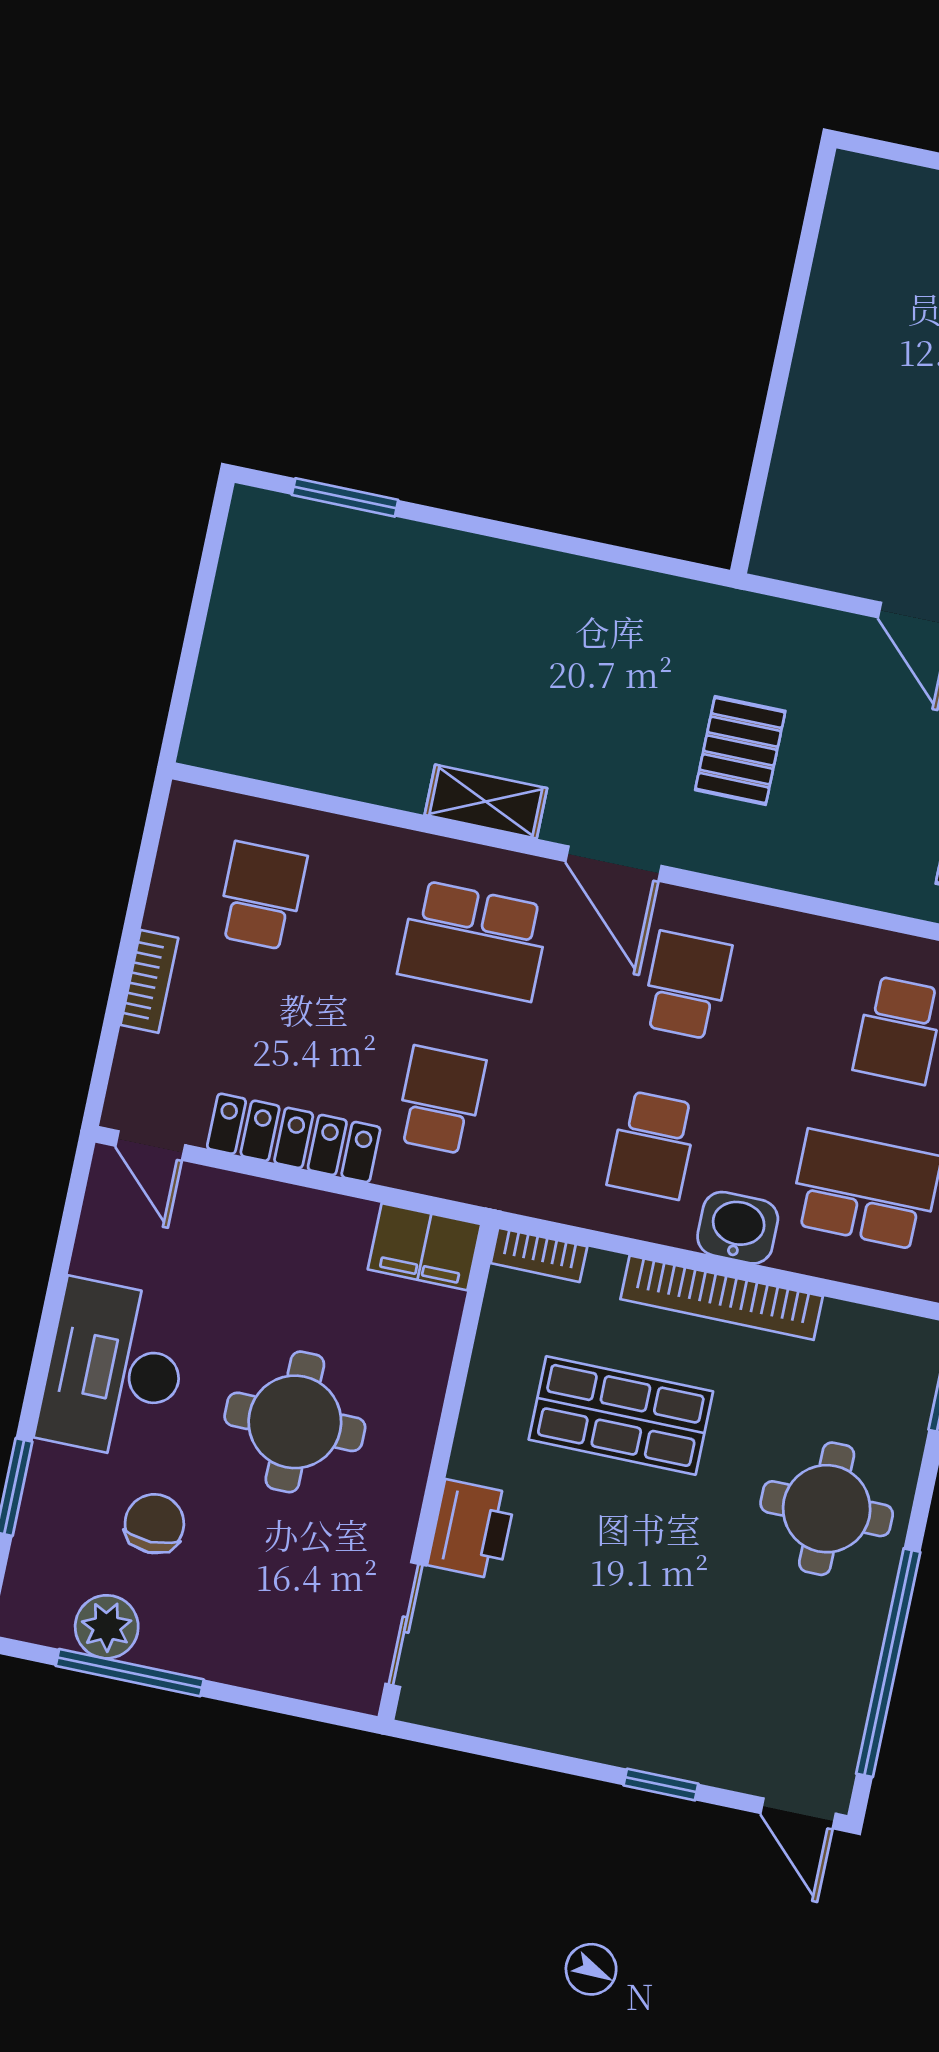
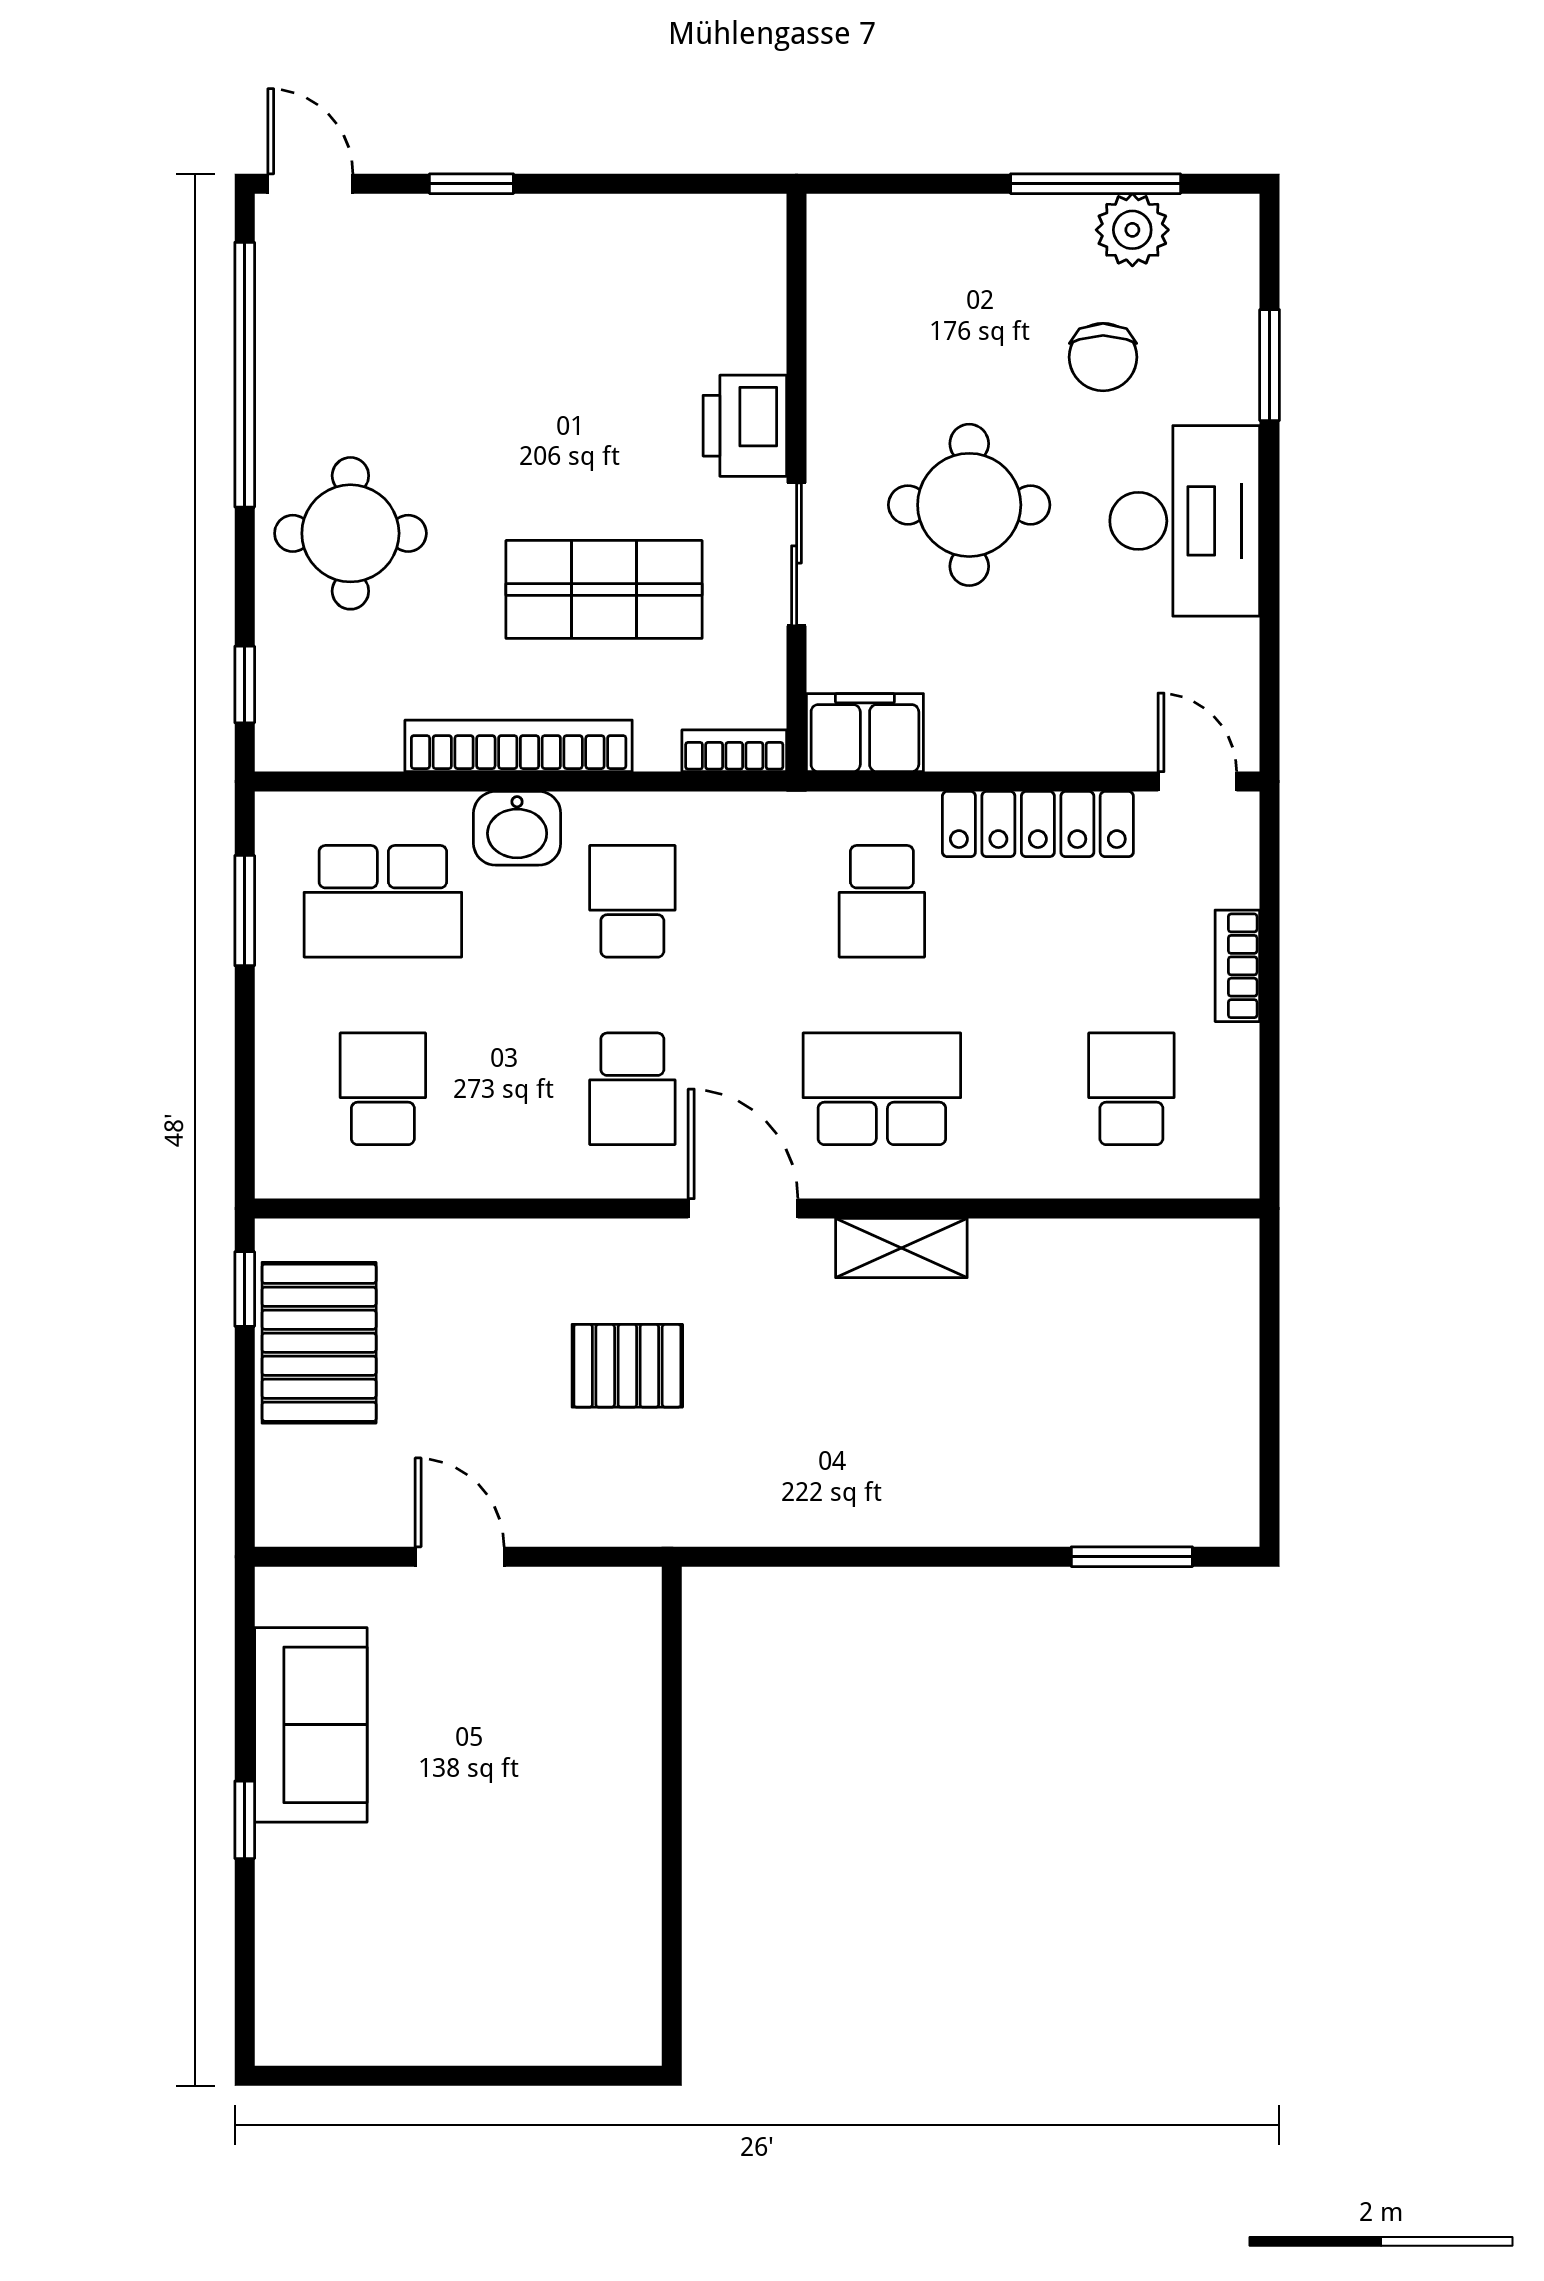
pallet: (740, 750) -> (627, 1366), turned 90
school desk: (262, 896) -> (1131, 1089), turned 180
sliding door: (406, 1625) -> (797, 554), moved

